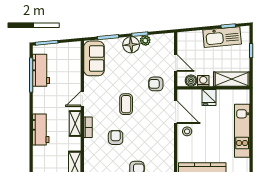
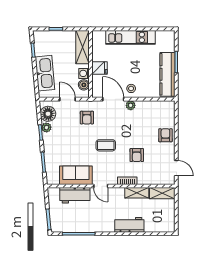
kitchen sink: (222, 37) -> (45, 73), moved
floor lamp: (131, 45) -> (48, 114), moved
sofa: (94, 58) -> (76, 175), moved
door: (176, 63) -> (68, 99), hinge flipped
workbench: (41, 70) -> (75, 195), moved, turned 180
door: (176, 112) -> (113, 99), hinge flipped
shelving: (75, 124) -> (137, 193), moved
plant: (169, 131) -> (131, 105), added
armchair: (116, 137) -> (137, 155), turned -90

